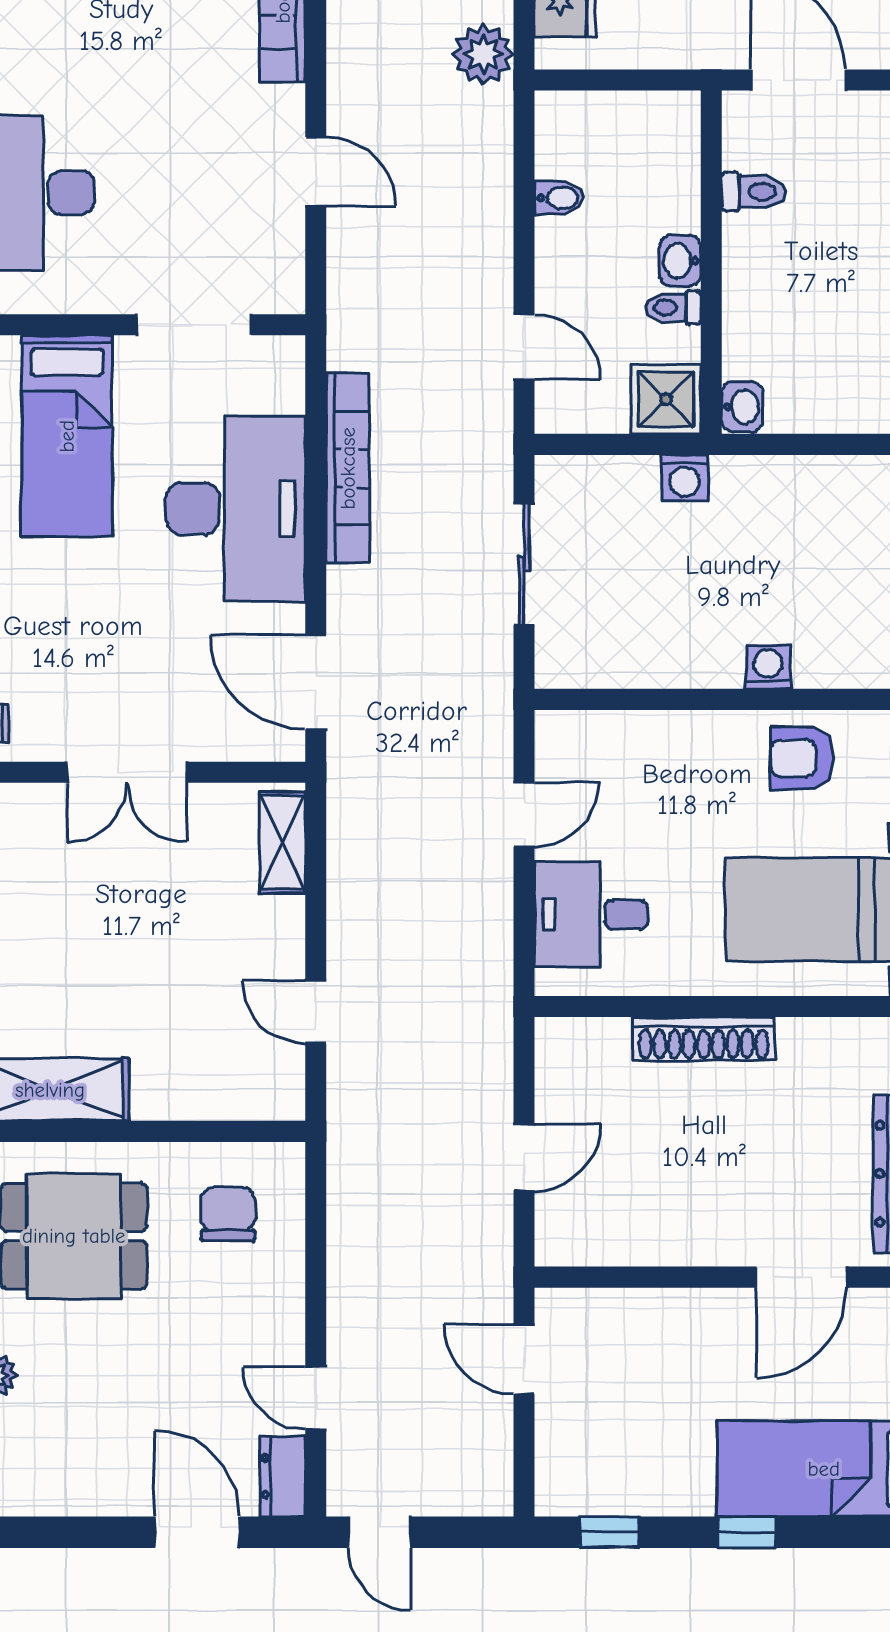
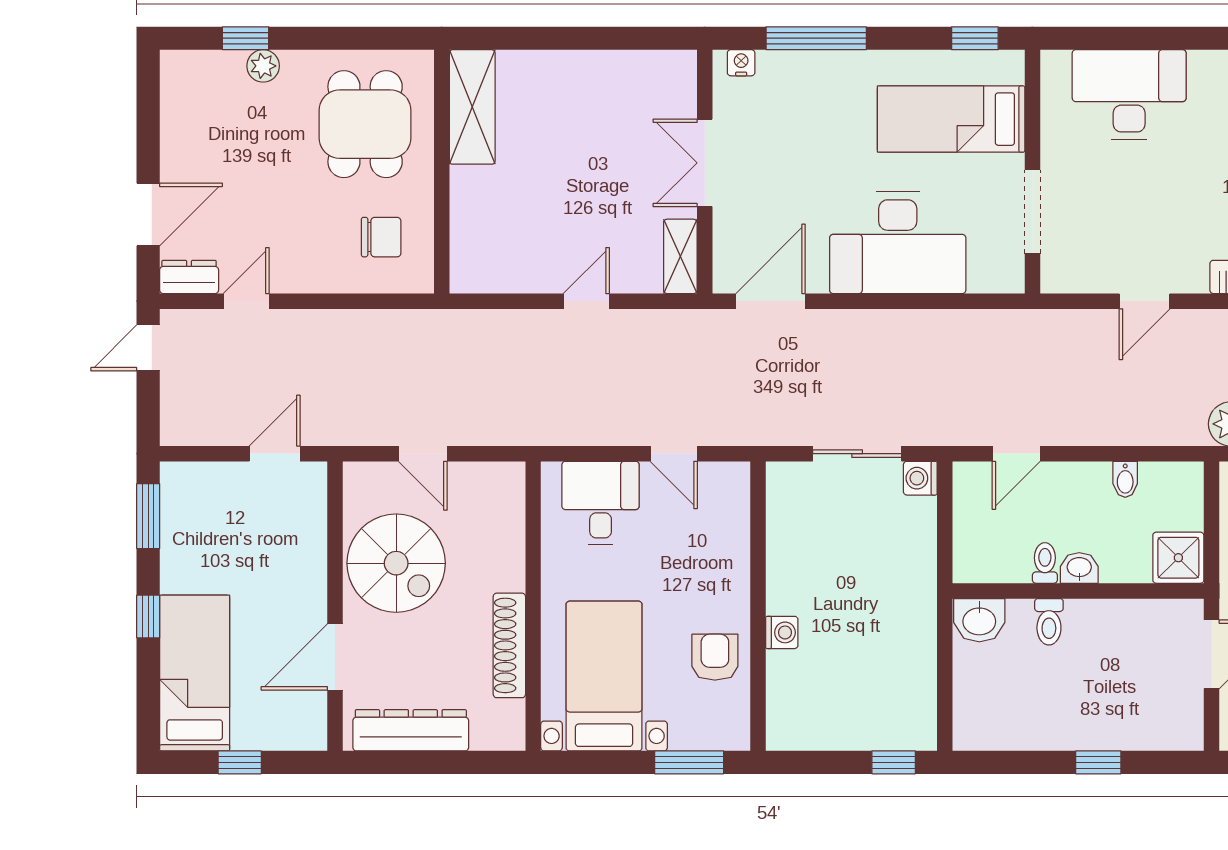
toilet: (753, 192) -> (1049, 622), moved
shower: (666, 399) -> (1178, 558), moved
washbasin: (742, 407) -> (979, 620), width x1.38, depth x1.45
bookcase: (348, 468) -> (927, 325), removed
washing machine: (685, 478) -> (920, 478), moved
shelving: (283, 842) -> (680, 256), moved, turned 90
door: (316, 1012) -> (586, 301), moved
shoe rack: (704, 1039) -> (509, 645), moved
spiral stairs: (673, 1194) -> (396, 563), added
door: (802, 1277) -> (335, 657), hinge flipped
window: (609, 1532) -> (148, 516), width x1.50

